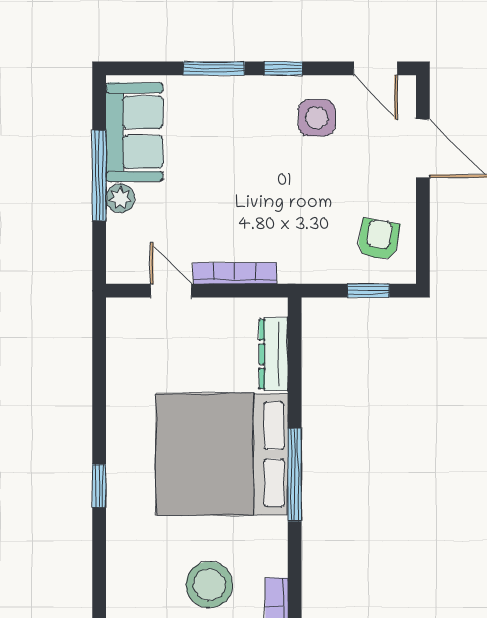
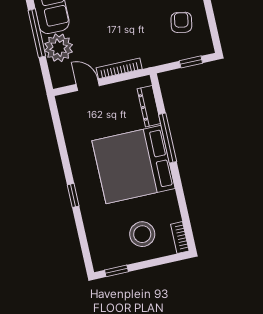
plant: (120, 198) -> (59, 48), width x1.87, depth x1.87
armchair: (379, 239) -> (181, 22), moved
window: (295, 475) -> (168, 138), moved

